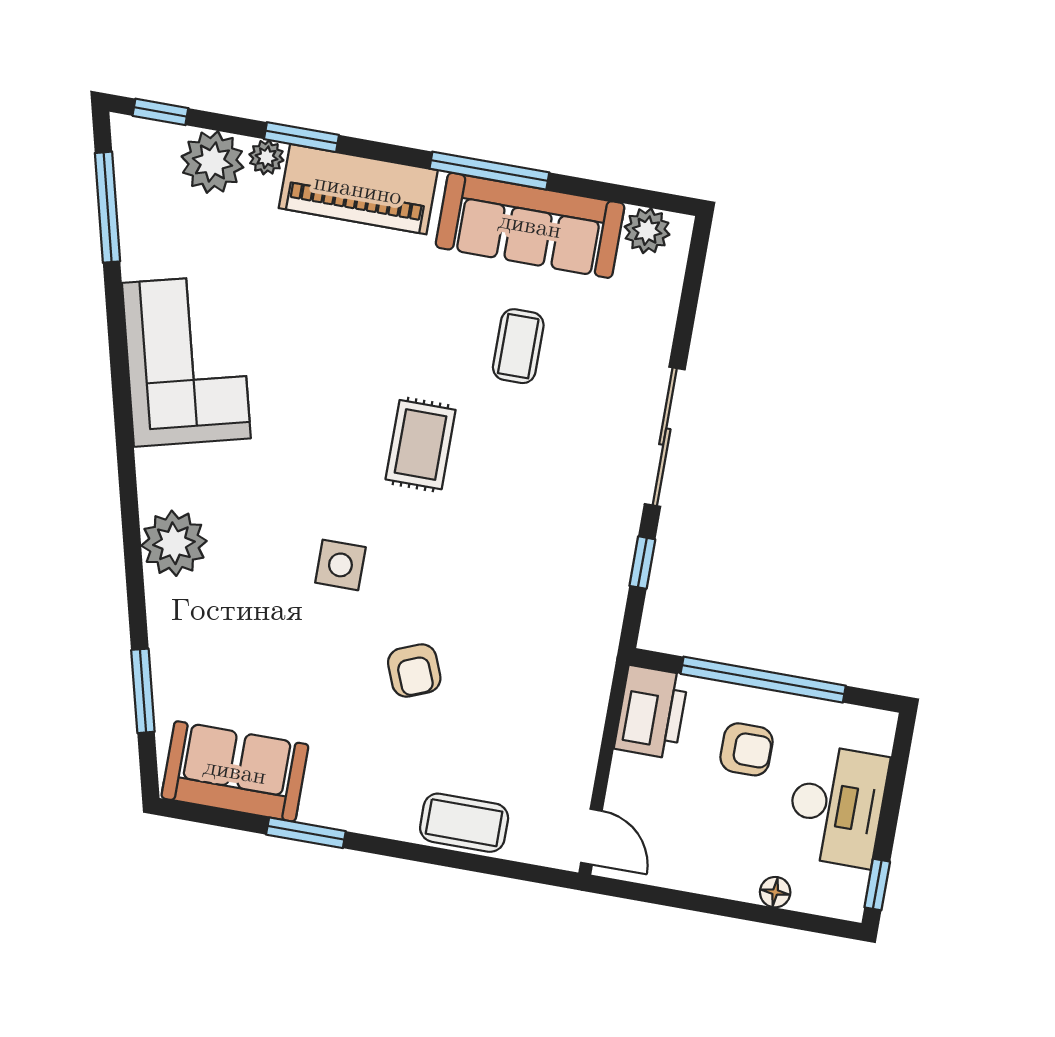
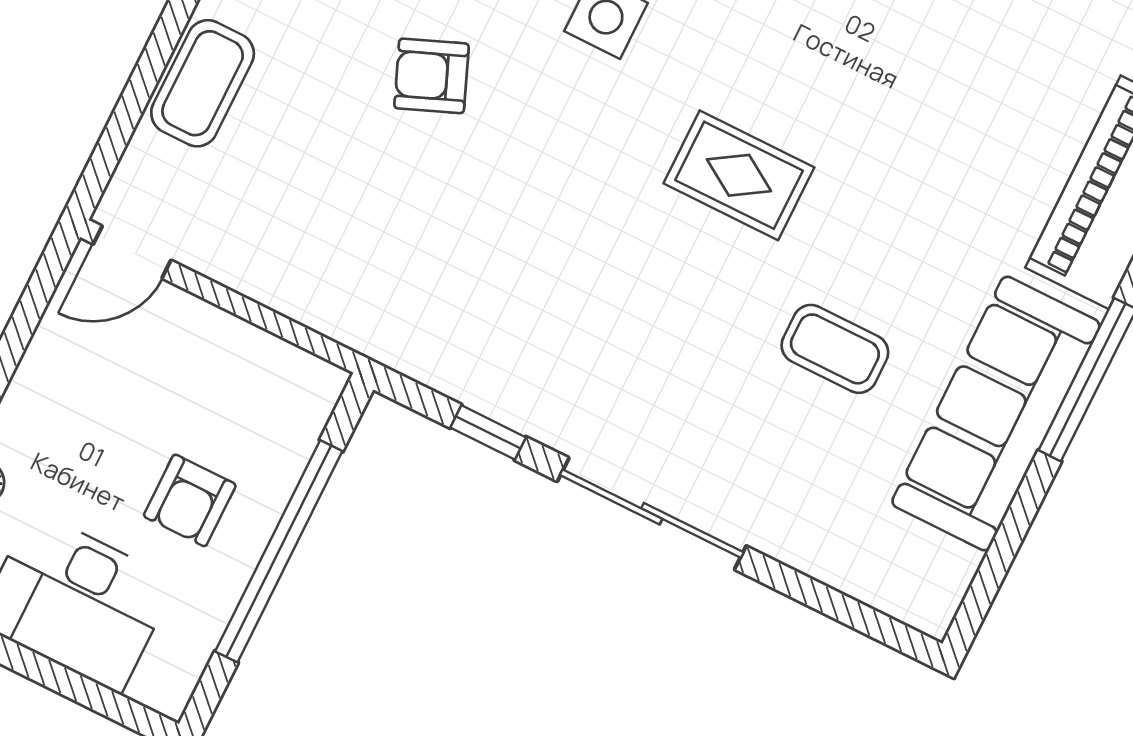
plant: (647, 231) -> (942, 572), removed
printer: (651, 712) -> (279, 385), removed

